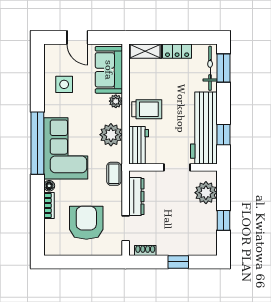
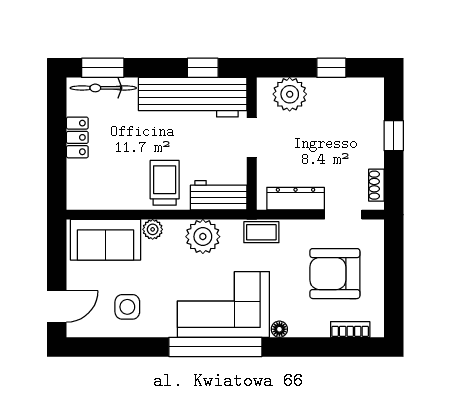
door: (77, 37) -> (57, 306), moved
shelving: (145, 51) -> (77, 185), removed
bookcase: (49, 206) -> (350, 329), moved

